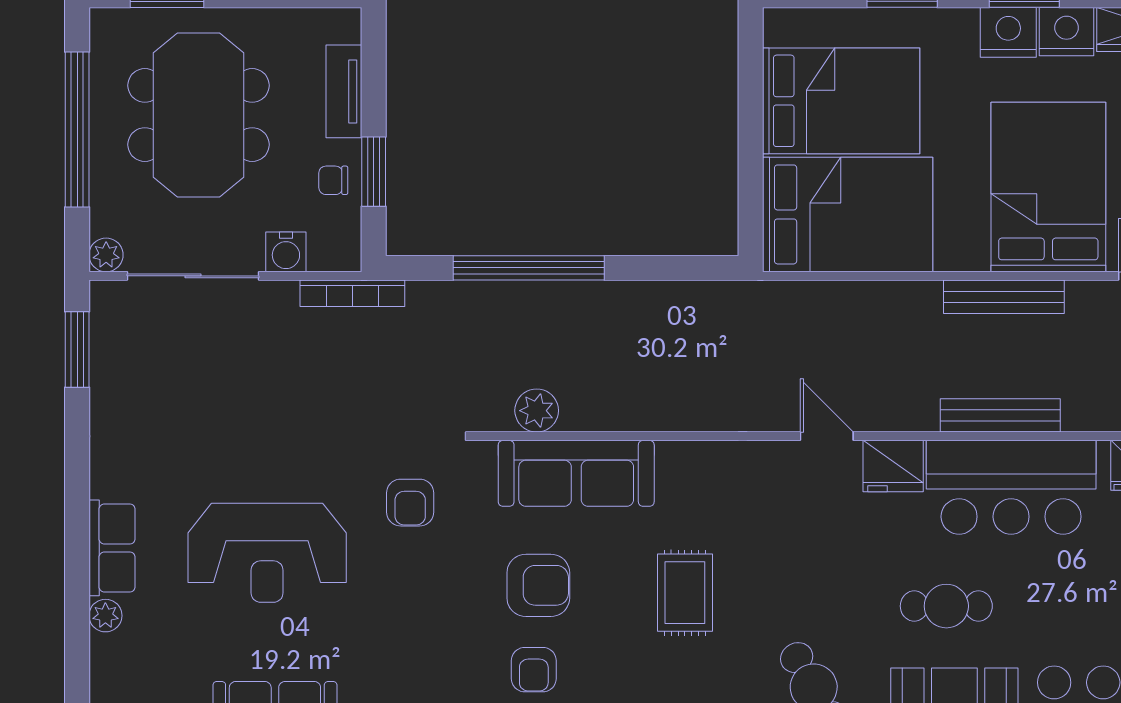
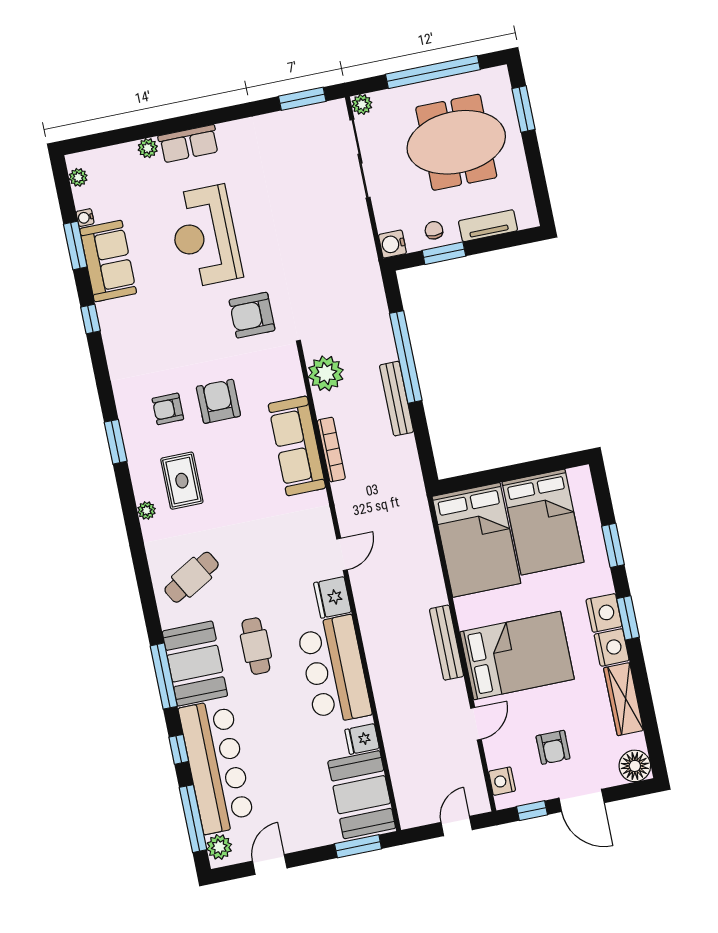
water cooler: (286, 252) -> (392, 244), moved
bookcase: (352, 293) -> (331, 450), moved, turned 180
plant: (537, 411) -> (326, 373), width x1.36, depth x1.36
bench: (1000, 415) -> (396, 399), moved
sofa: (576, 473) -> (297, 446), moved
armchair: (410, 503) -> (252, 315), width x1.38, depth x1.38
armchair: (538, 585) -> (218, 401), turned 180
rug: (685, 593) -> (182, 481), moved, turned 90

